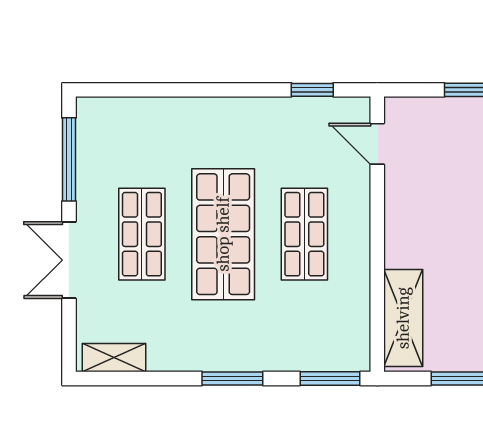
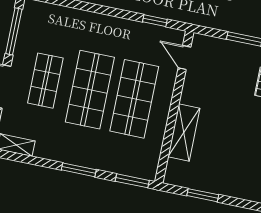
shop shelf: (304, 234) -> (134, 99), width x1.43, depth x1.36
shelving: (403, 318) -> (184, 132), moved

